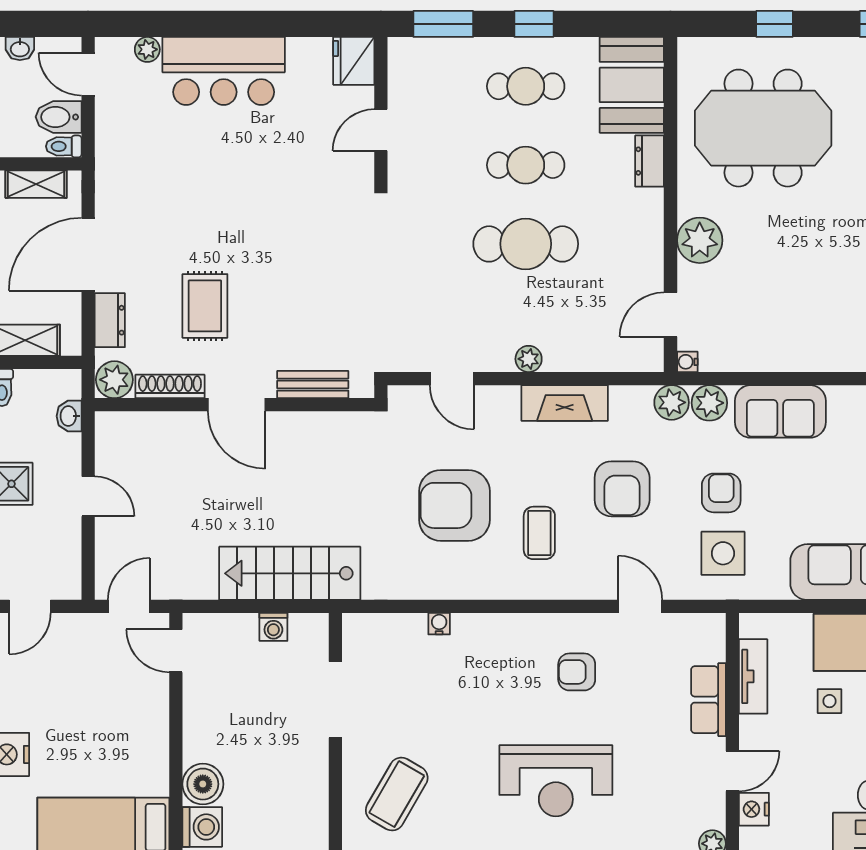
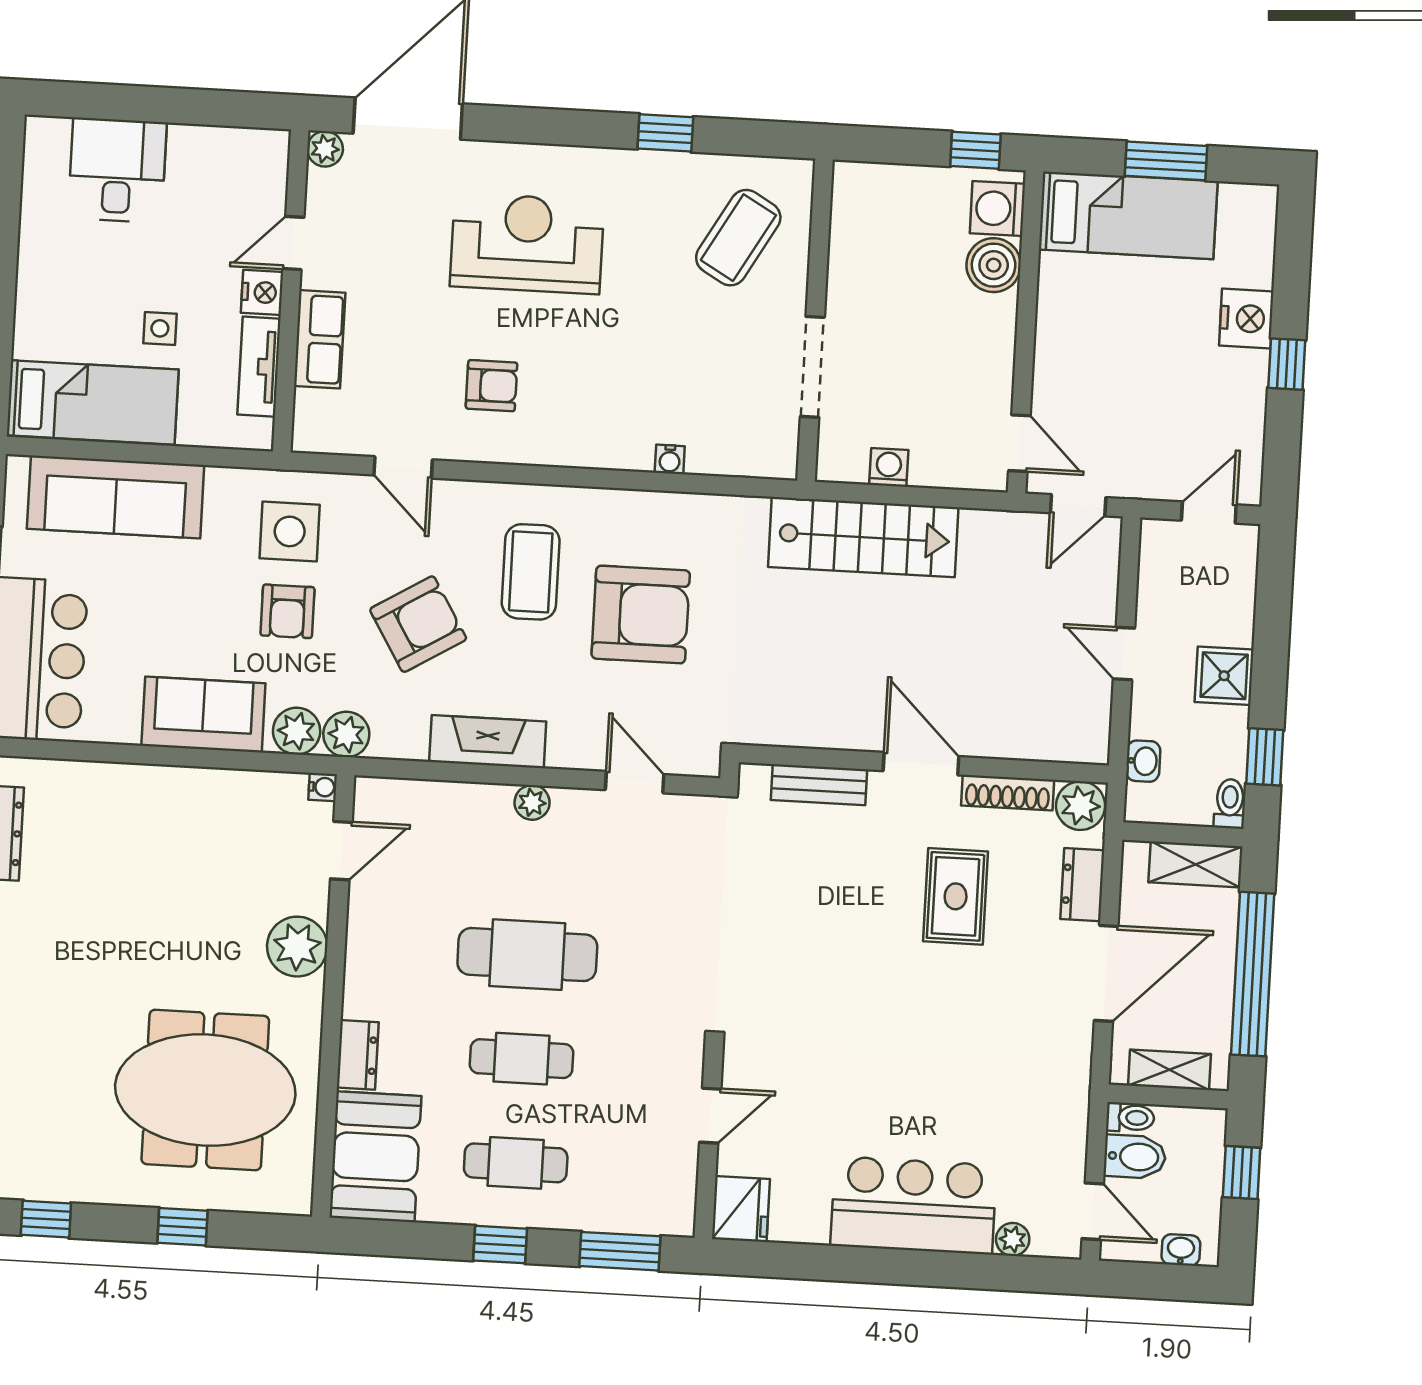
armchair: (622, 489) -> (418, 624), turned 59
coffee table: (539, 533) -> (531, 572), width x1.36, depth x1.30
nightstand: (754, 809) -> (262, 292), moved

